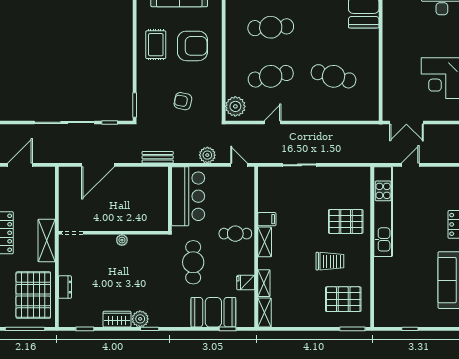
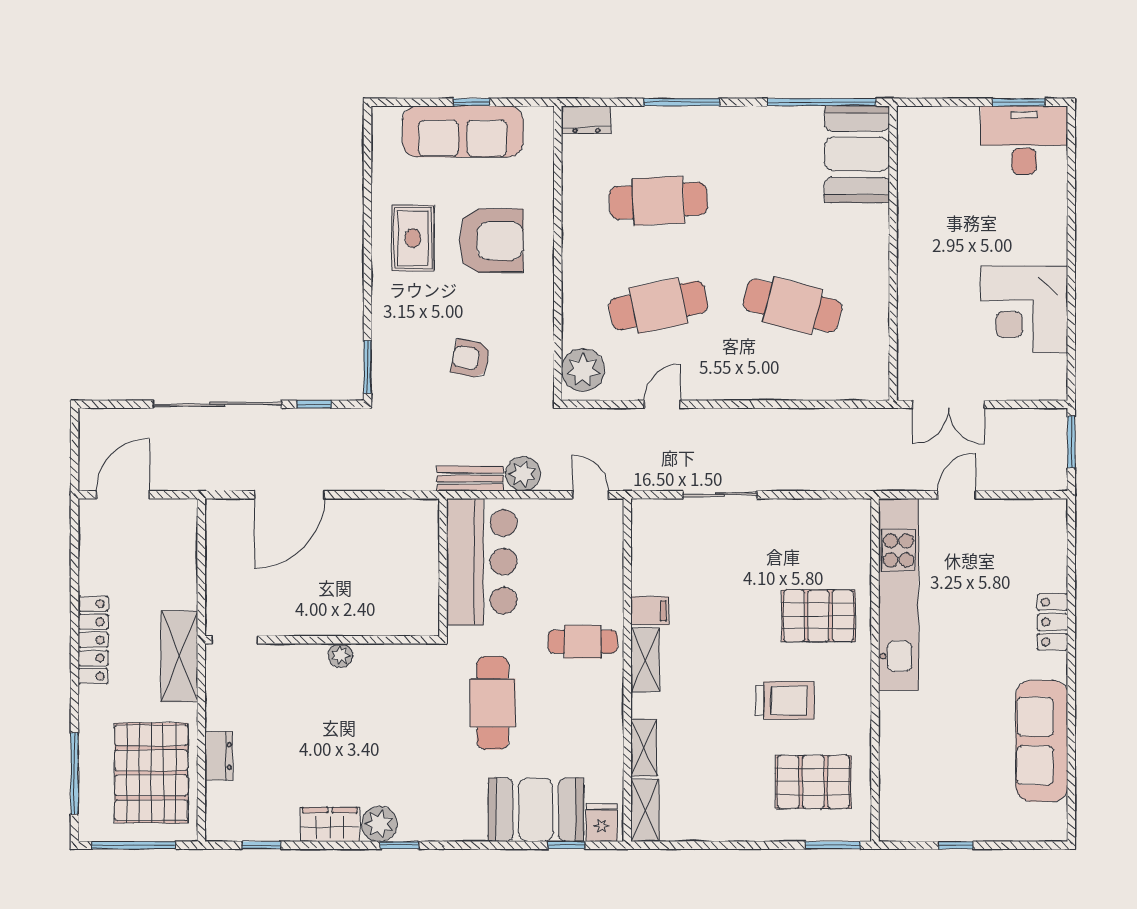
bench: (158, 157) -> (470, 479), moved
fridge: (246, 283) -> (602, 823), moved, turned 90

